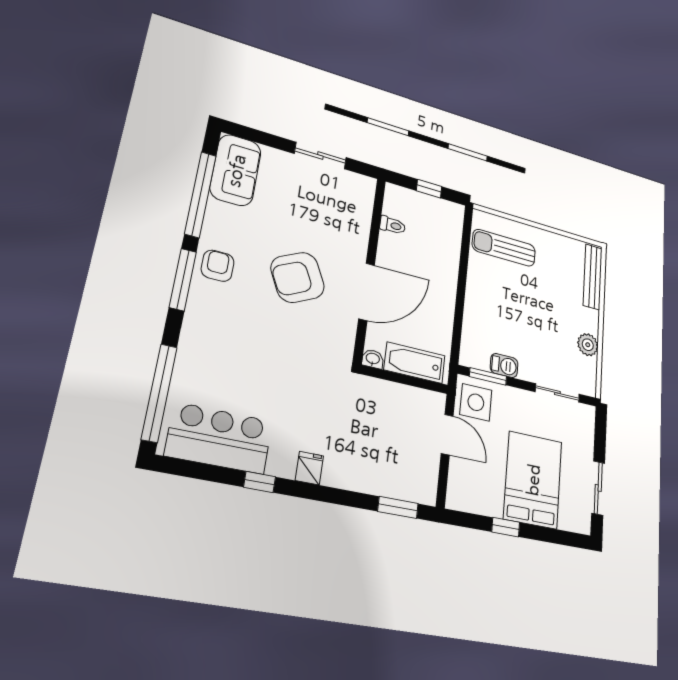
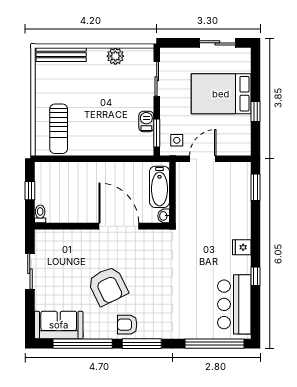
toilet: (393, 225) -> (40, 214), moved
armchair: (298, 277) -> (108, 286), moved
side table: (476, 402) -> (177, 140), width x0.54, depth x0.54

